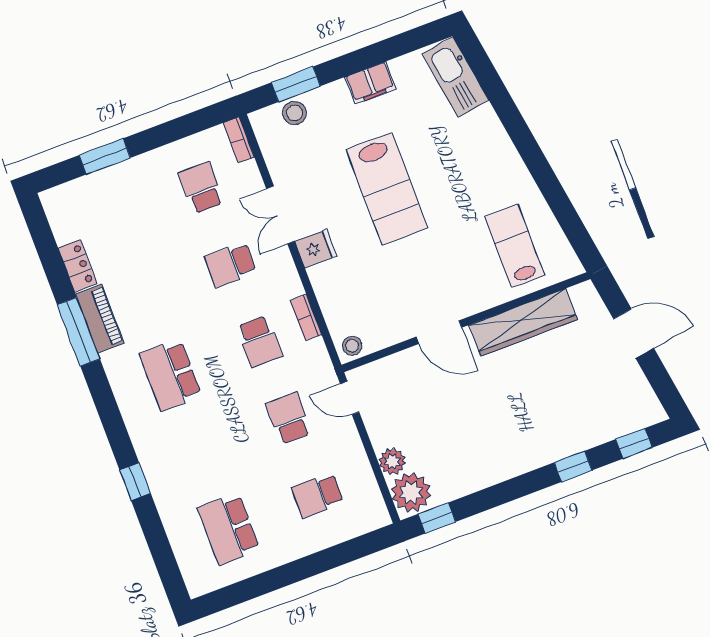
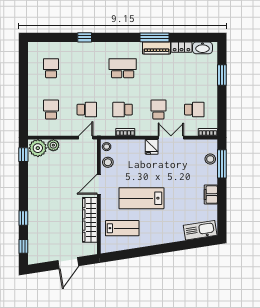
window: (296, 84) -> (222, 164), width x1.44
lab bench: (387, 189) -> (141, 198), moved
washbasin: (62, 220) -> (202, 48), added
stool: (385, 330) -> (108, 162), added
school desk: (229, 529) -> (51, 68), width x0.54

